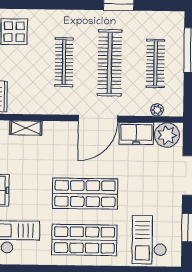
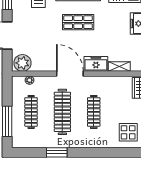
door: (98, 119) -> (70, 74), hinge flipped
freezer: (136, 133) -> (96, 64), moved
shop shelf: (85, 194) -> (78, 22), width x0.70, depth x0.74

